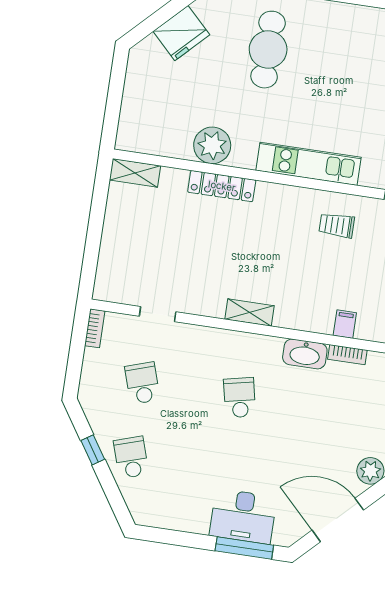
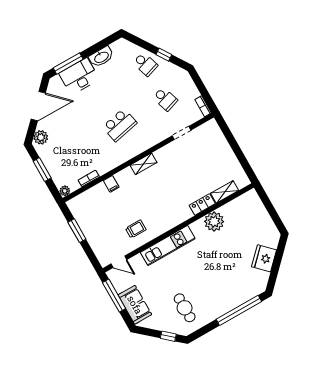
cafe table: (268, 50) -> (185, 308), moved, width x0.73, depth x0.74
shelving: (135, 173) -> (225, 192), moved
locker: (222, 186) -> (202, 205), width x0.66
filing cabinet: (345, 324) -> (111, 184), moved
washbasin: (305, 354) -> (101, 57), moved, turned 180
school desk: (240, 398) -> (120, 125), width x1.85

